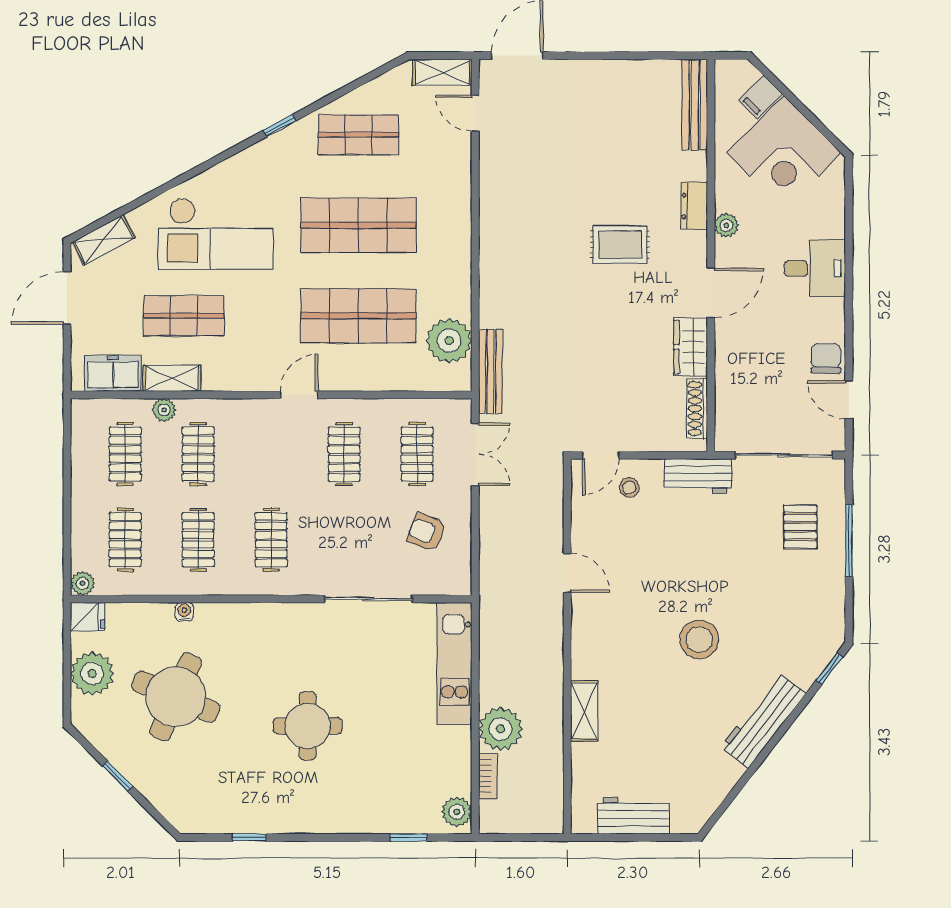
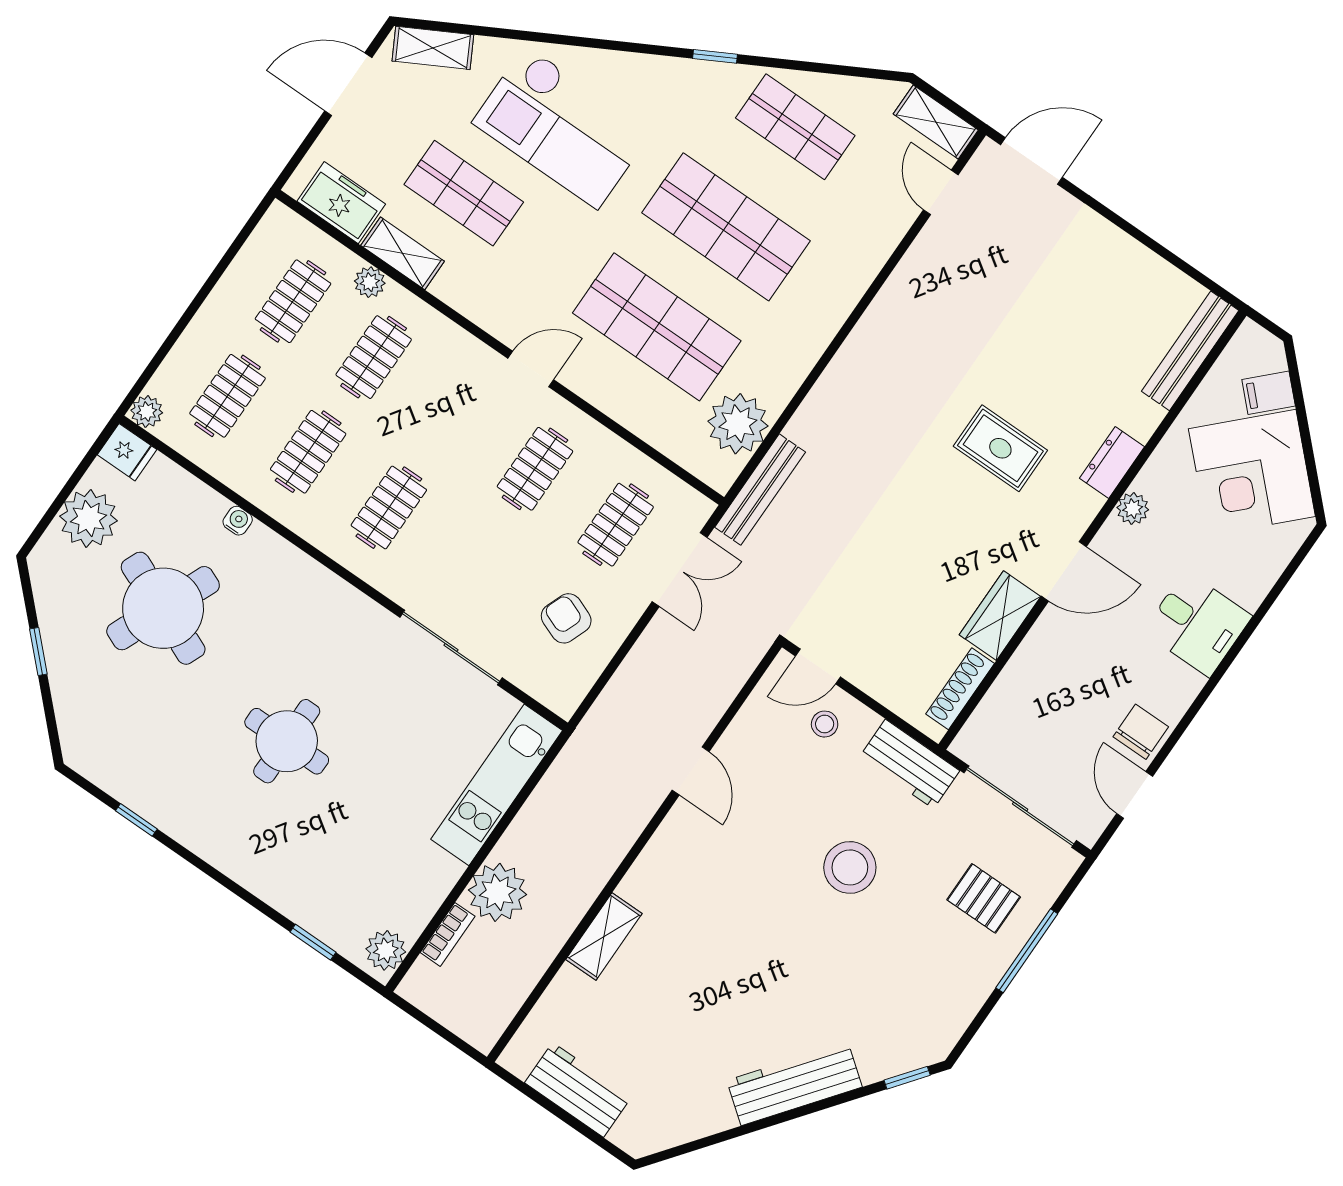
pallet: (800, 527) -> (984, 898), turned 90
stool: (699, 640) -> (850, 867), moved

